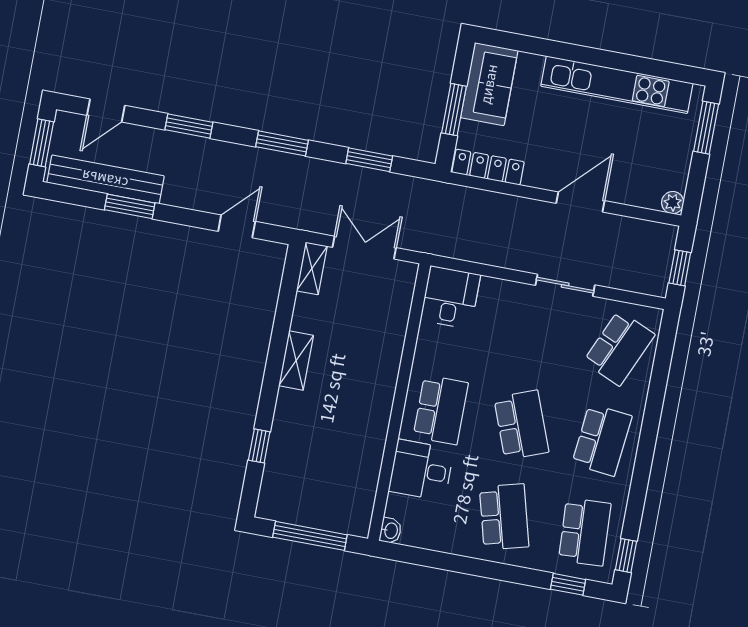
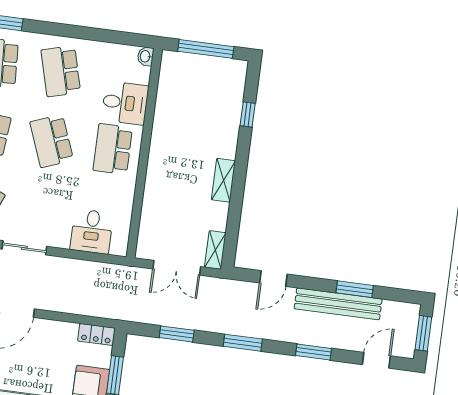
locker: (488, 167) -> (96, 334), width x0.66
bench: (105, 179) -> (338, 304), moved
desk: (450, 297) -> (92, 231), moved

